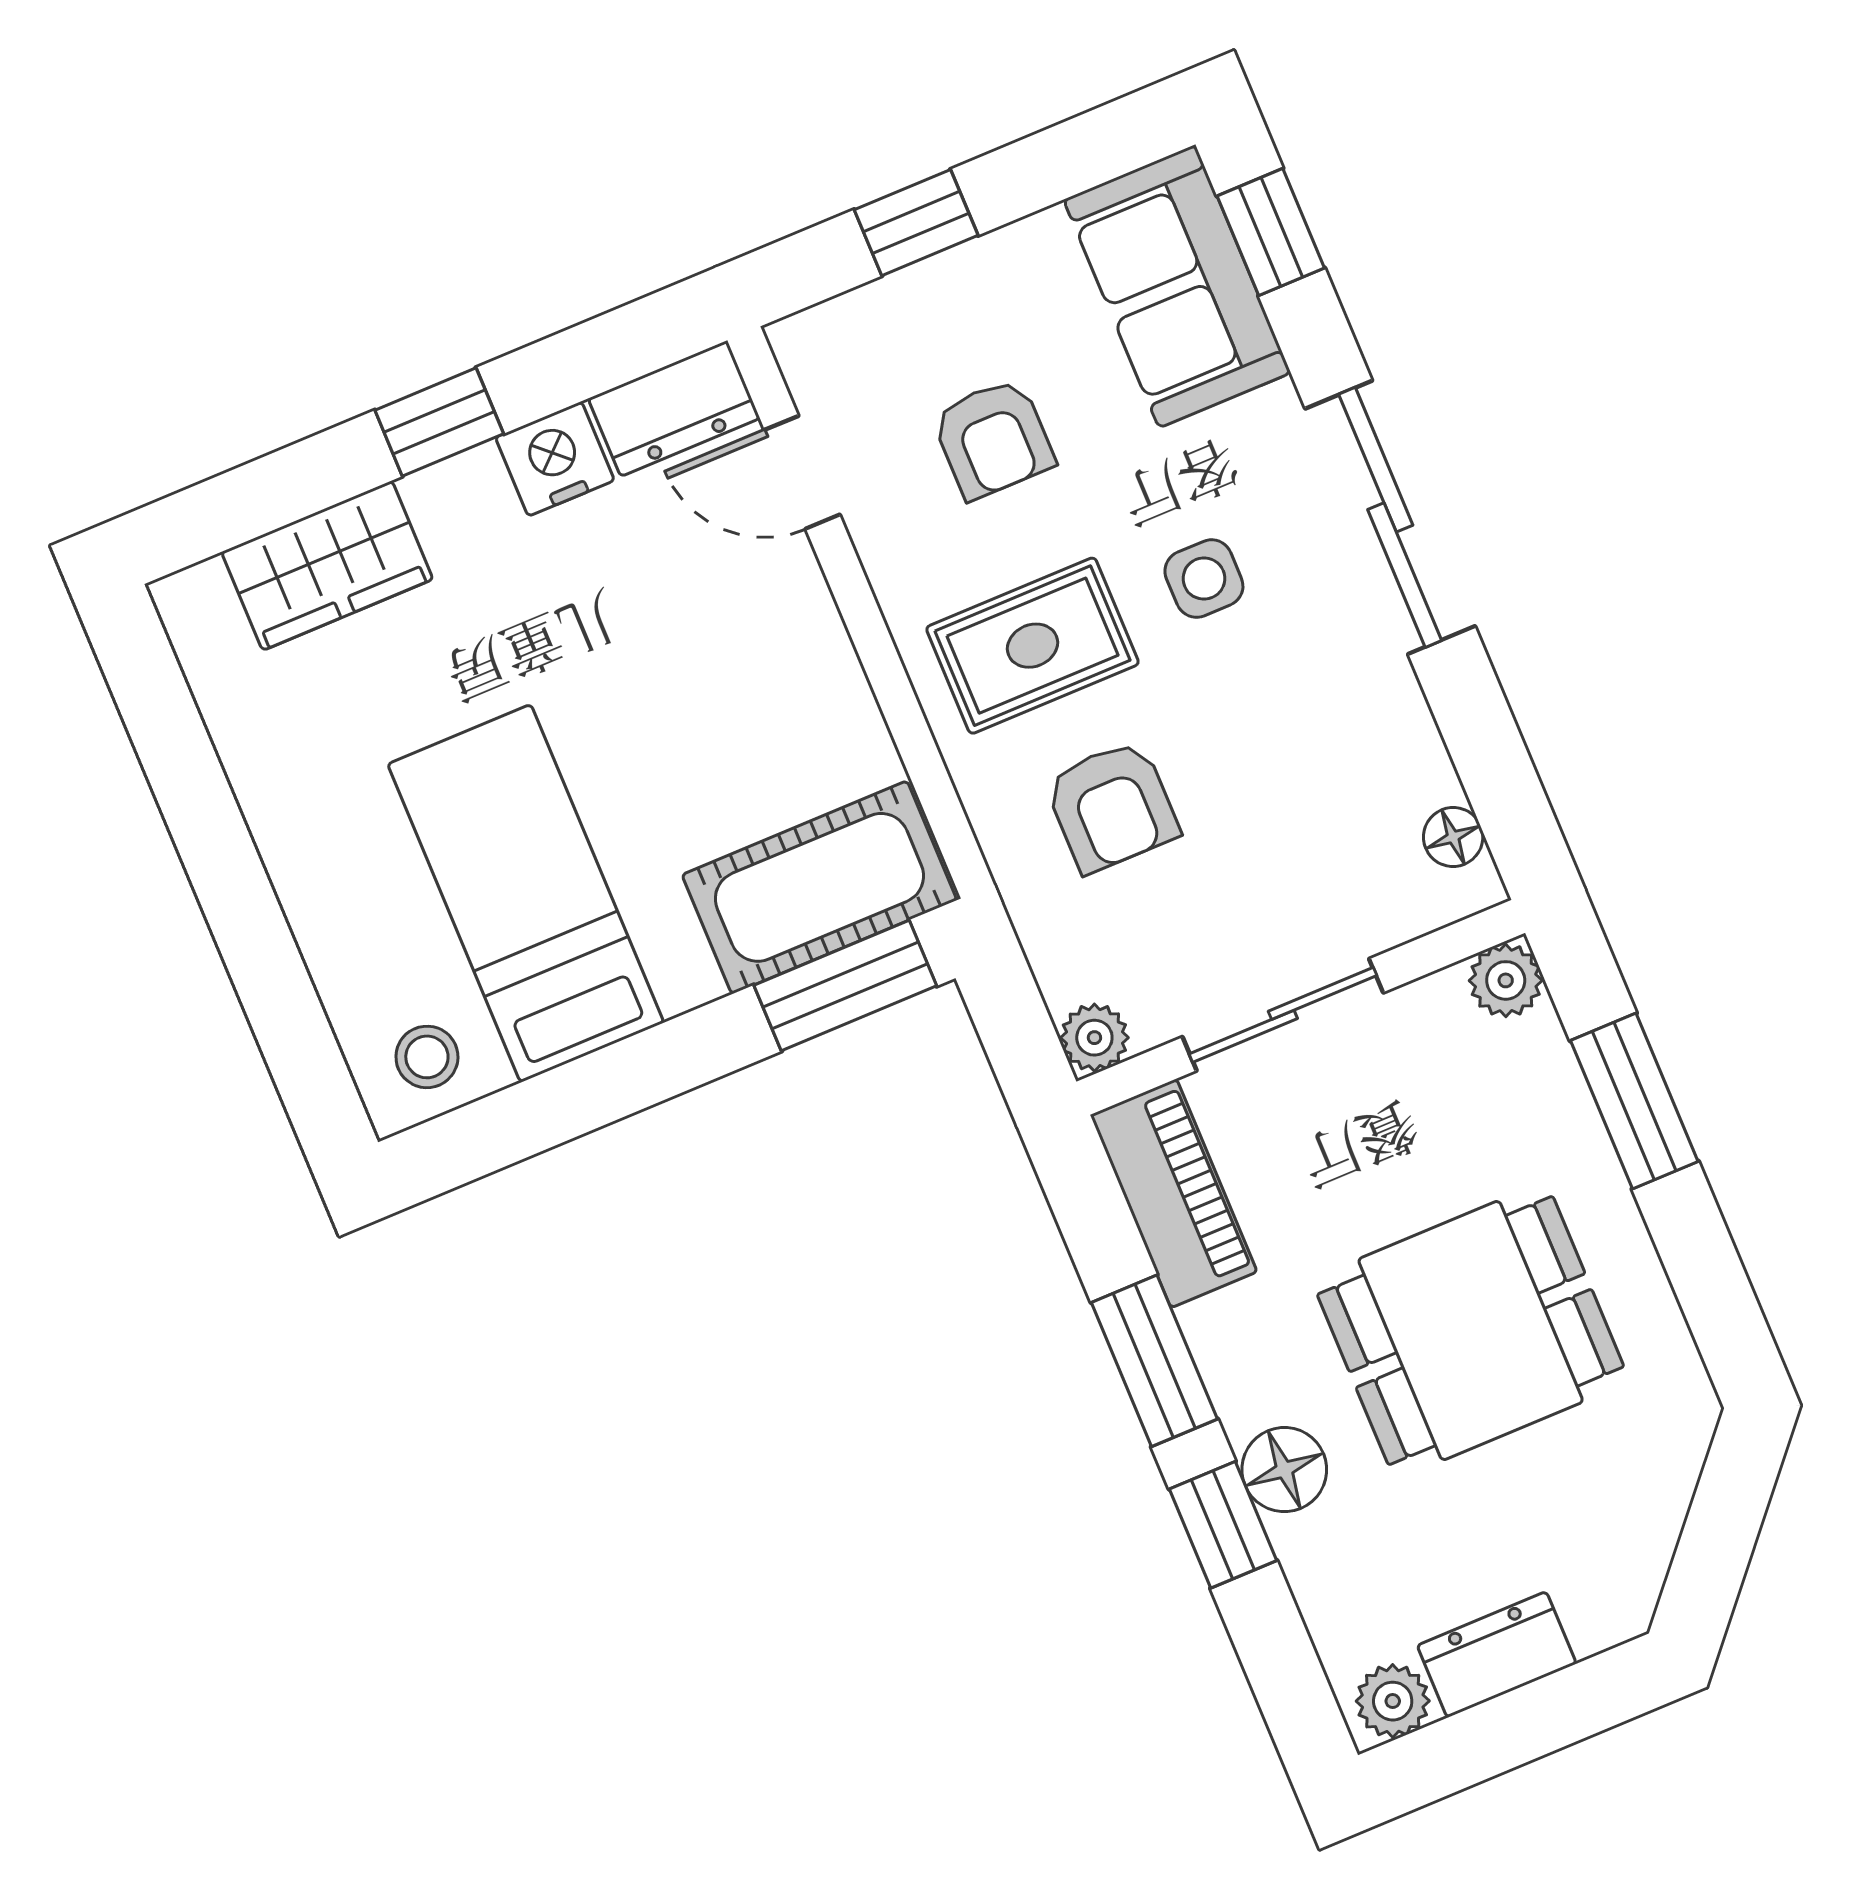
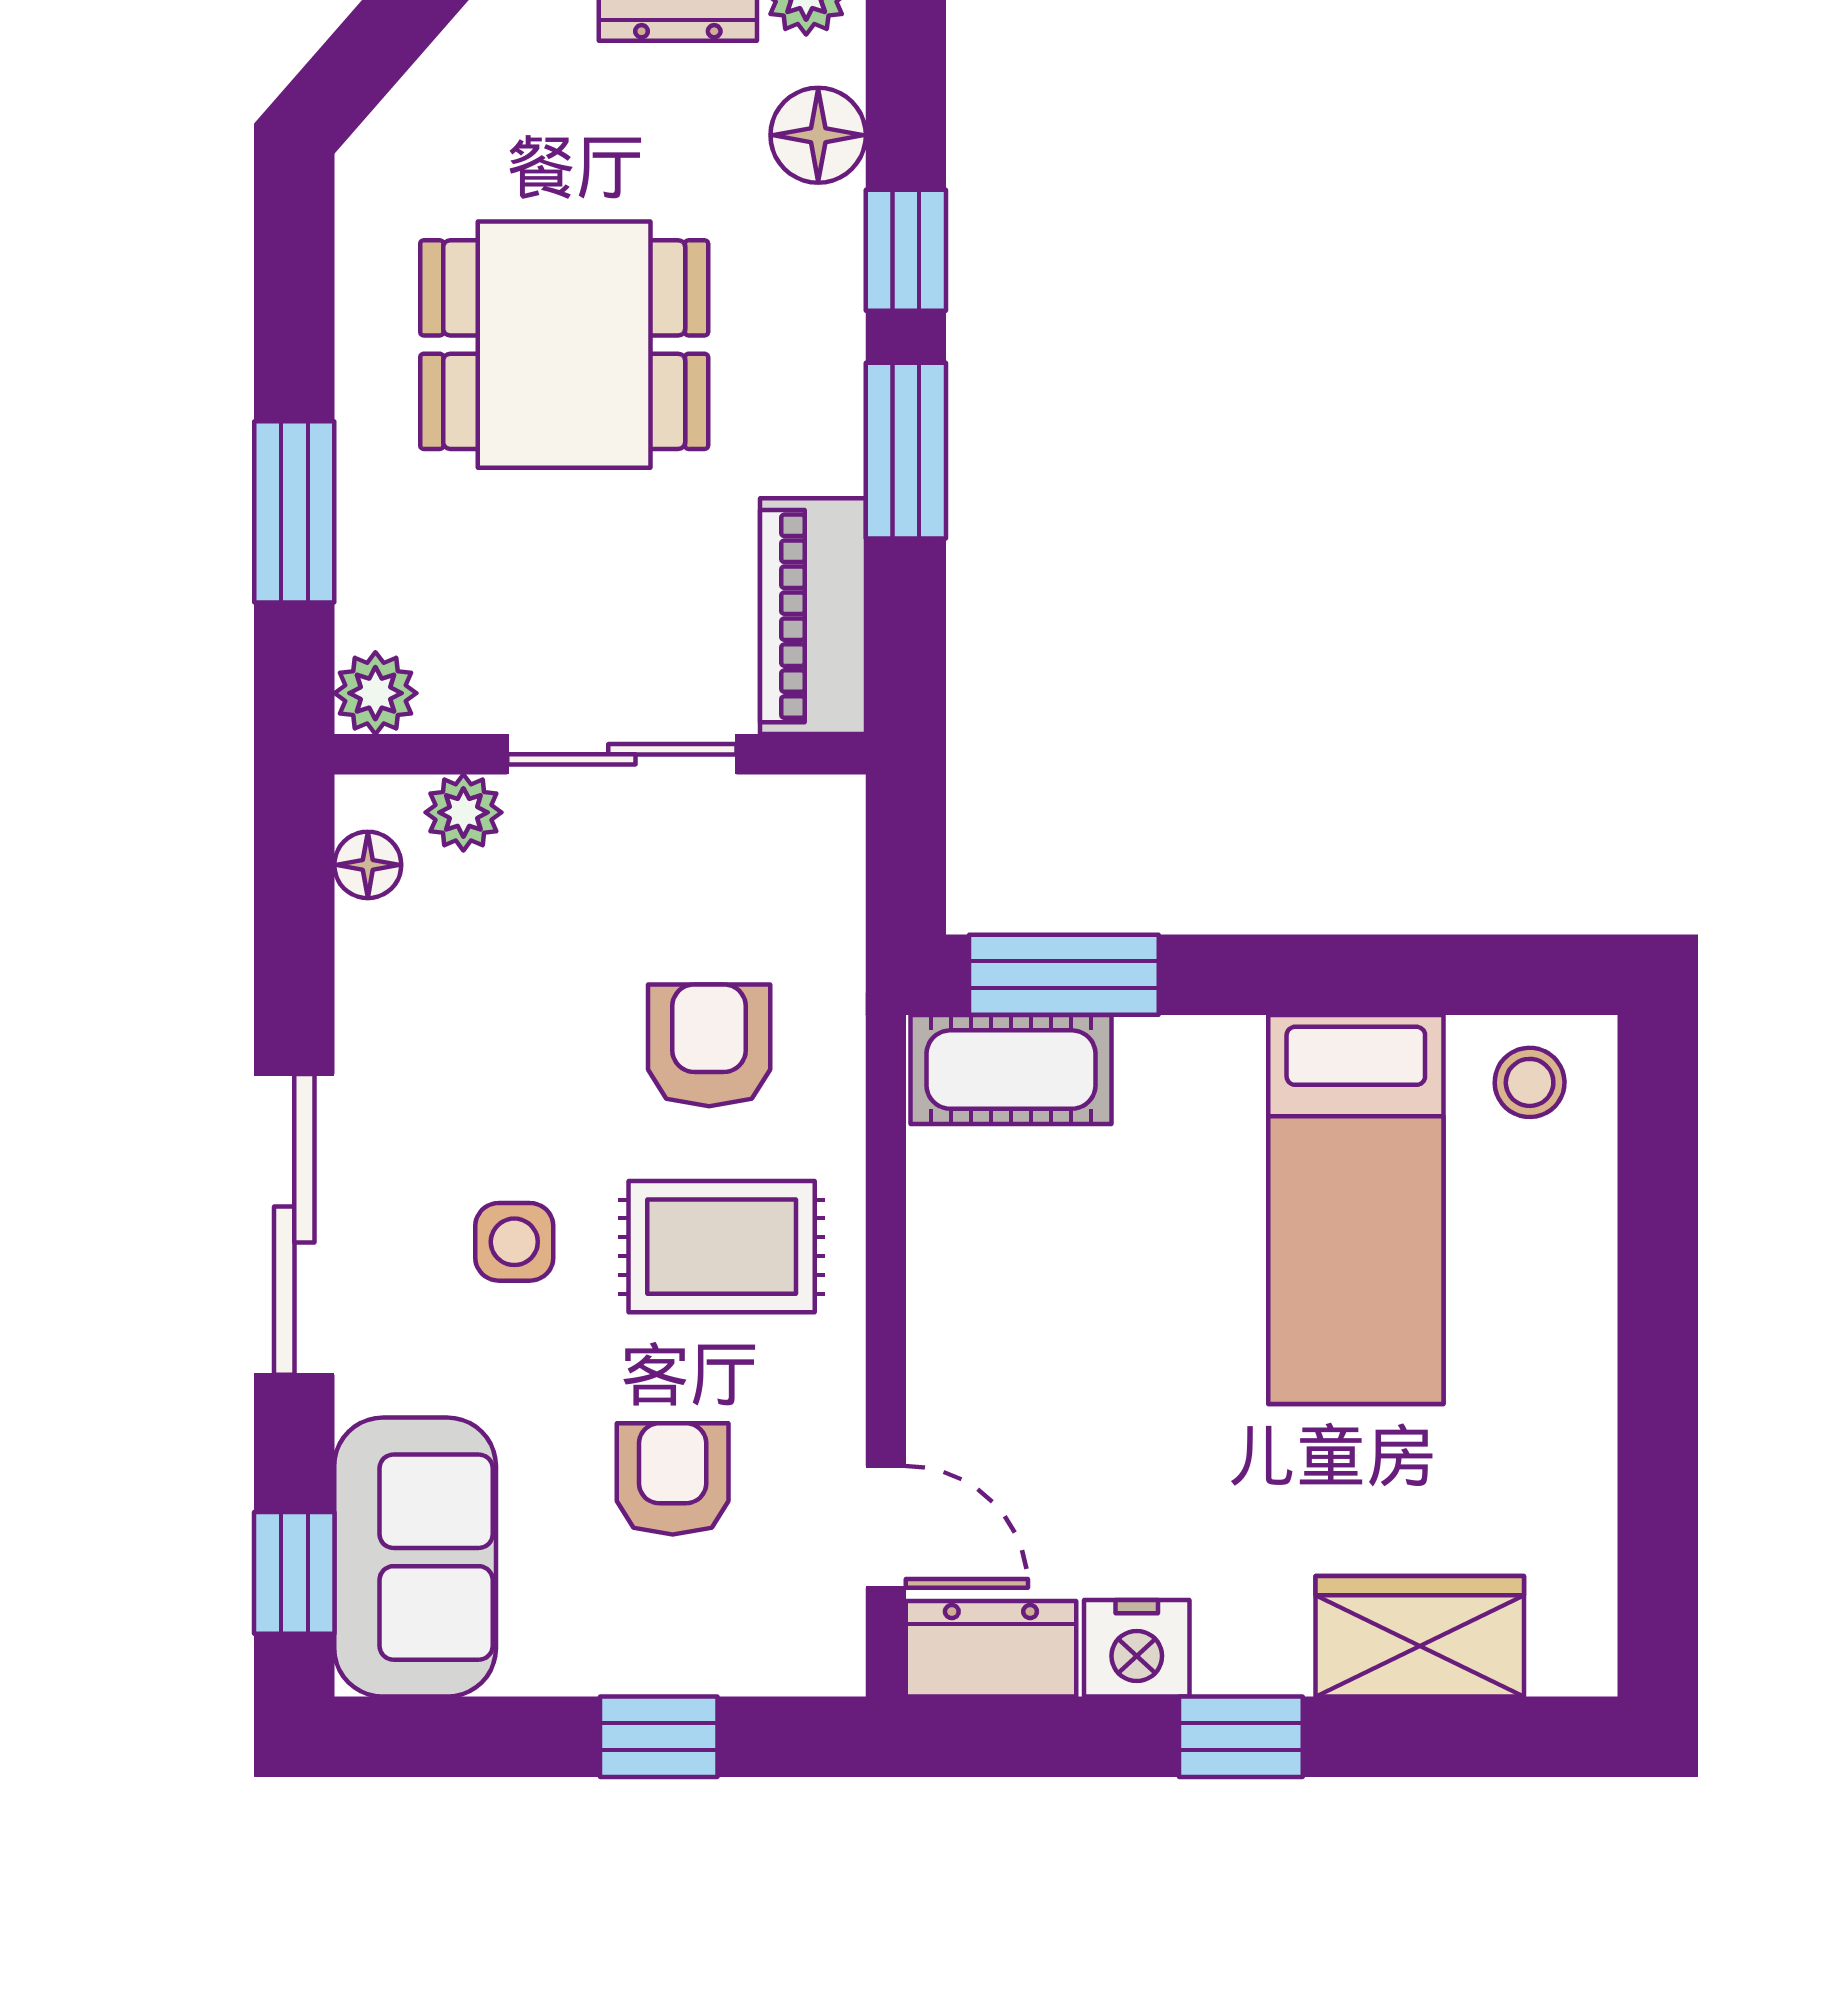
cot: (819, 887) -> (1011, 1070), width x0.73, depth x0.75
plant: (1094, 1038) -> (463, 812), moved
floor lamp: (1284, 1470) -> (818, 135), moved

